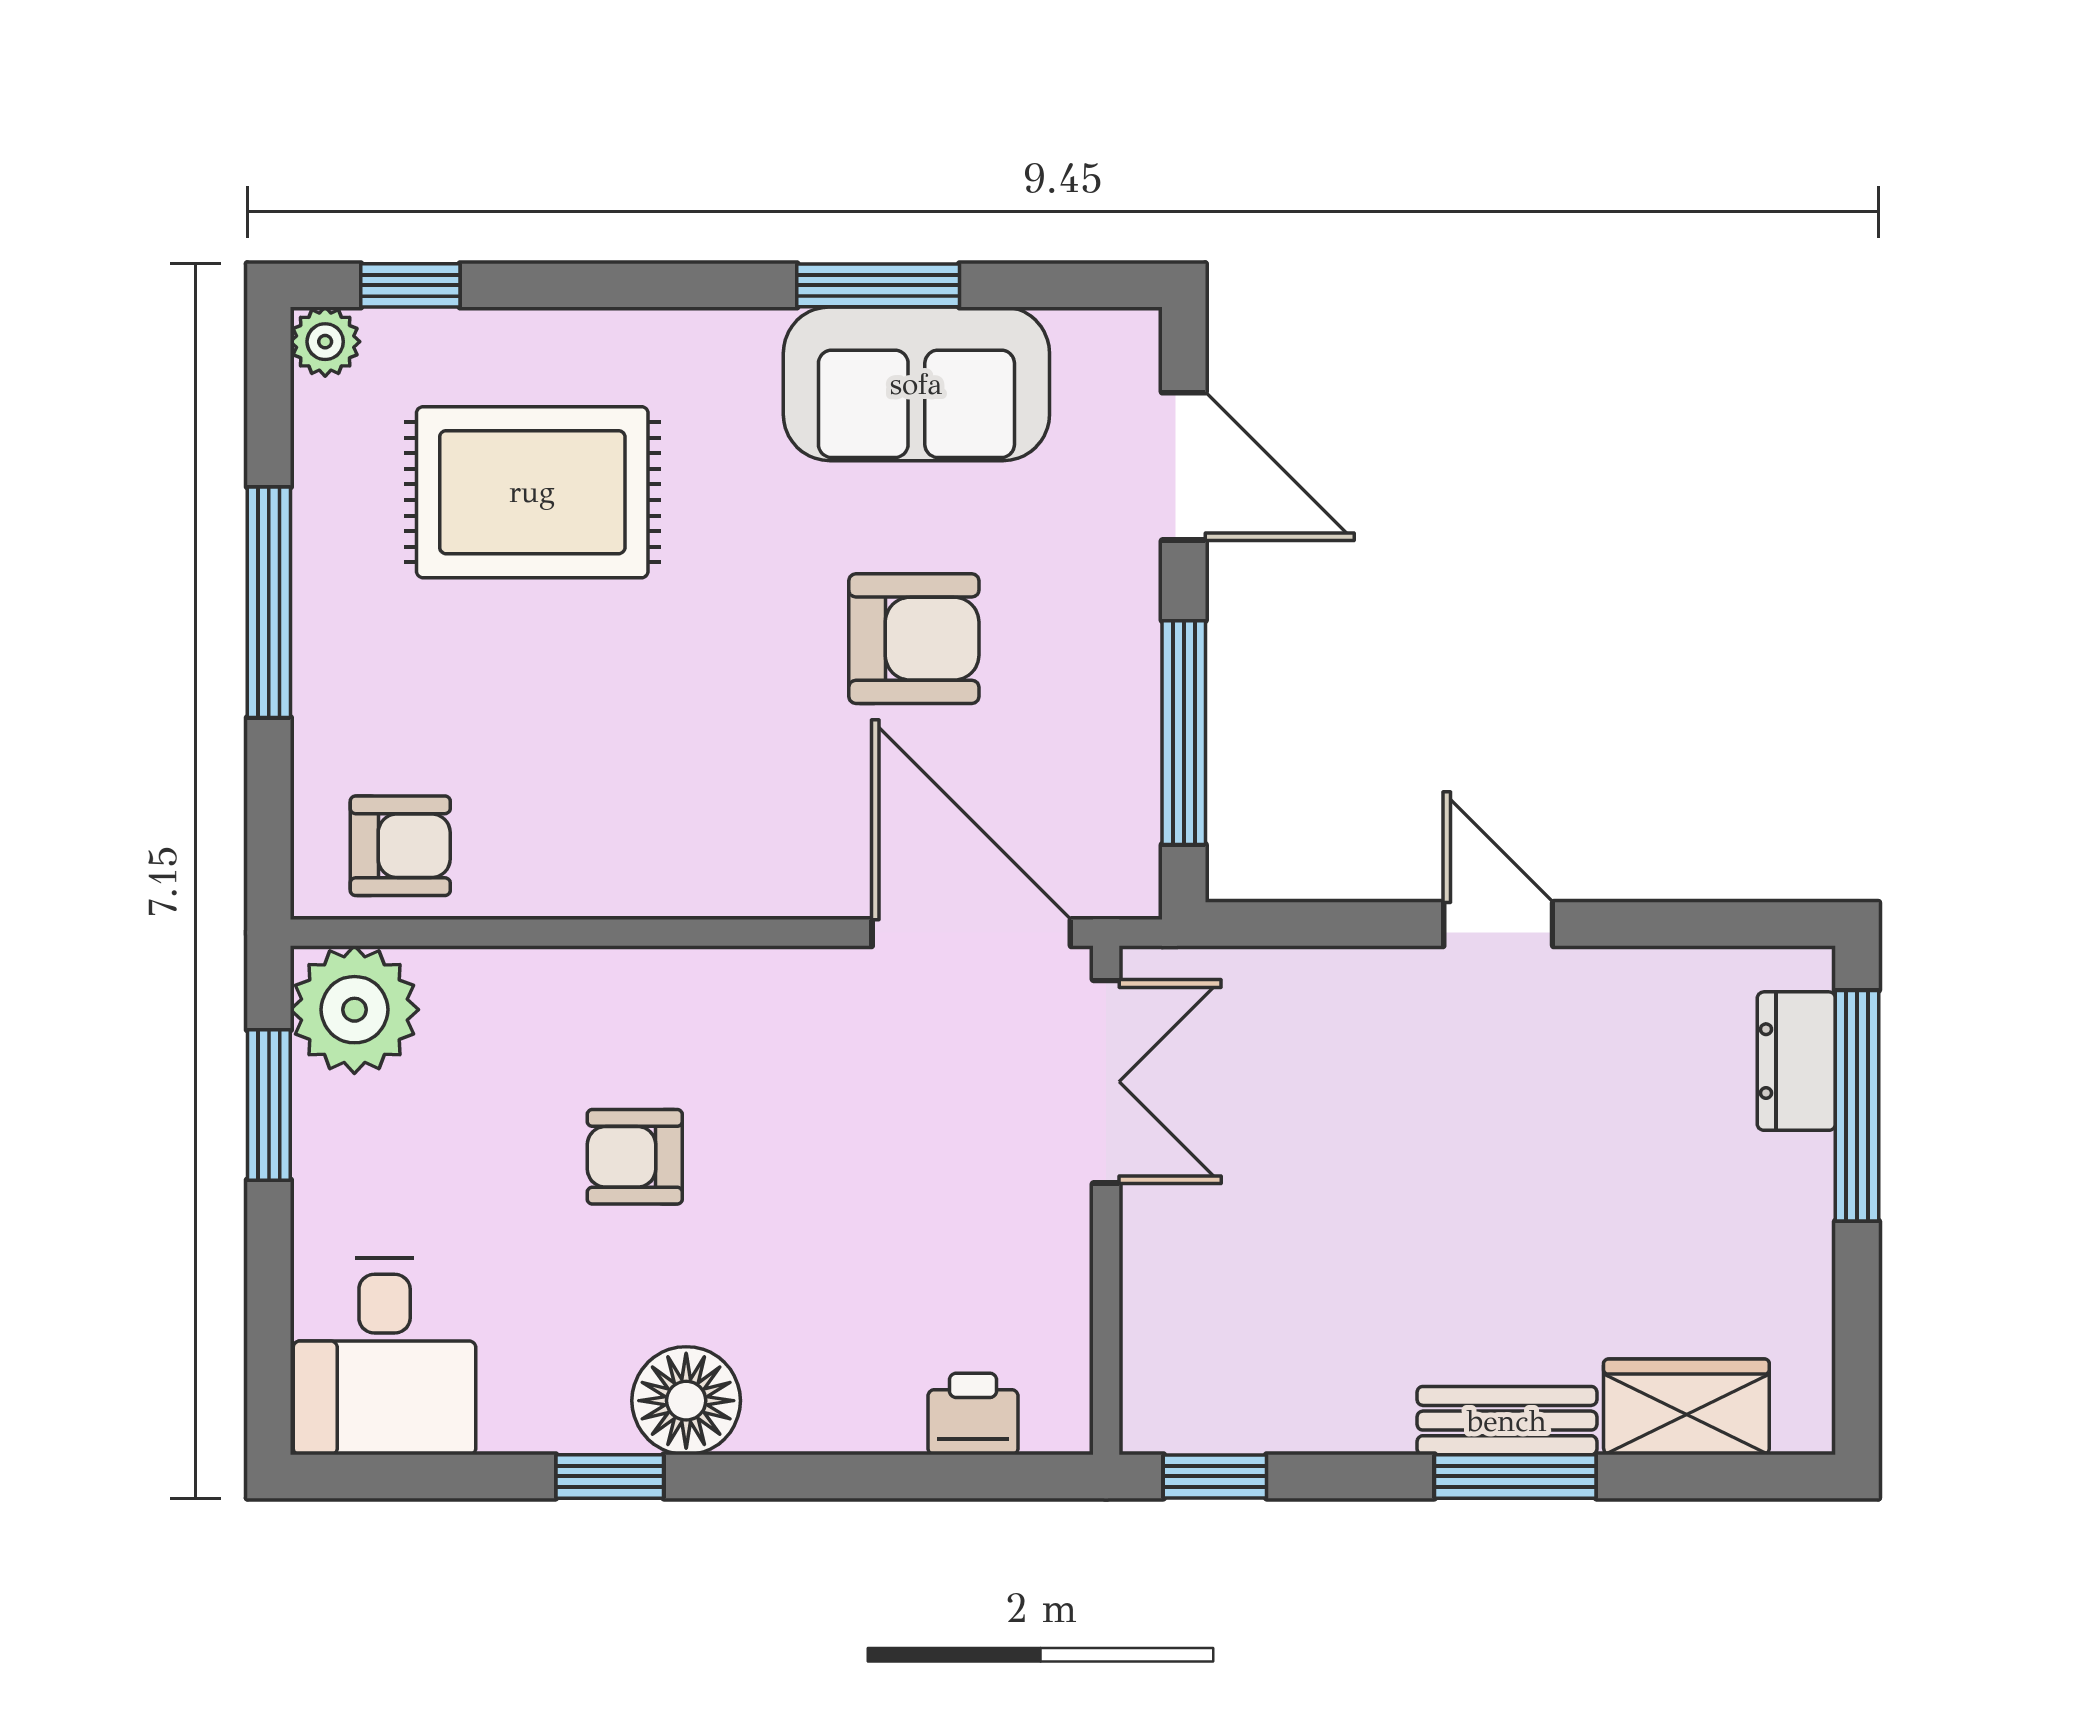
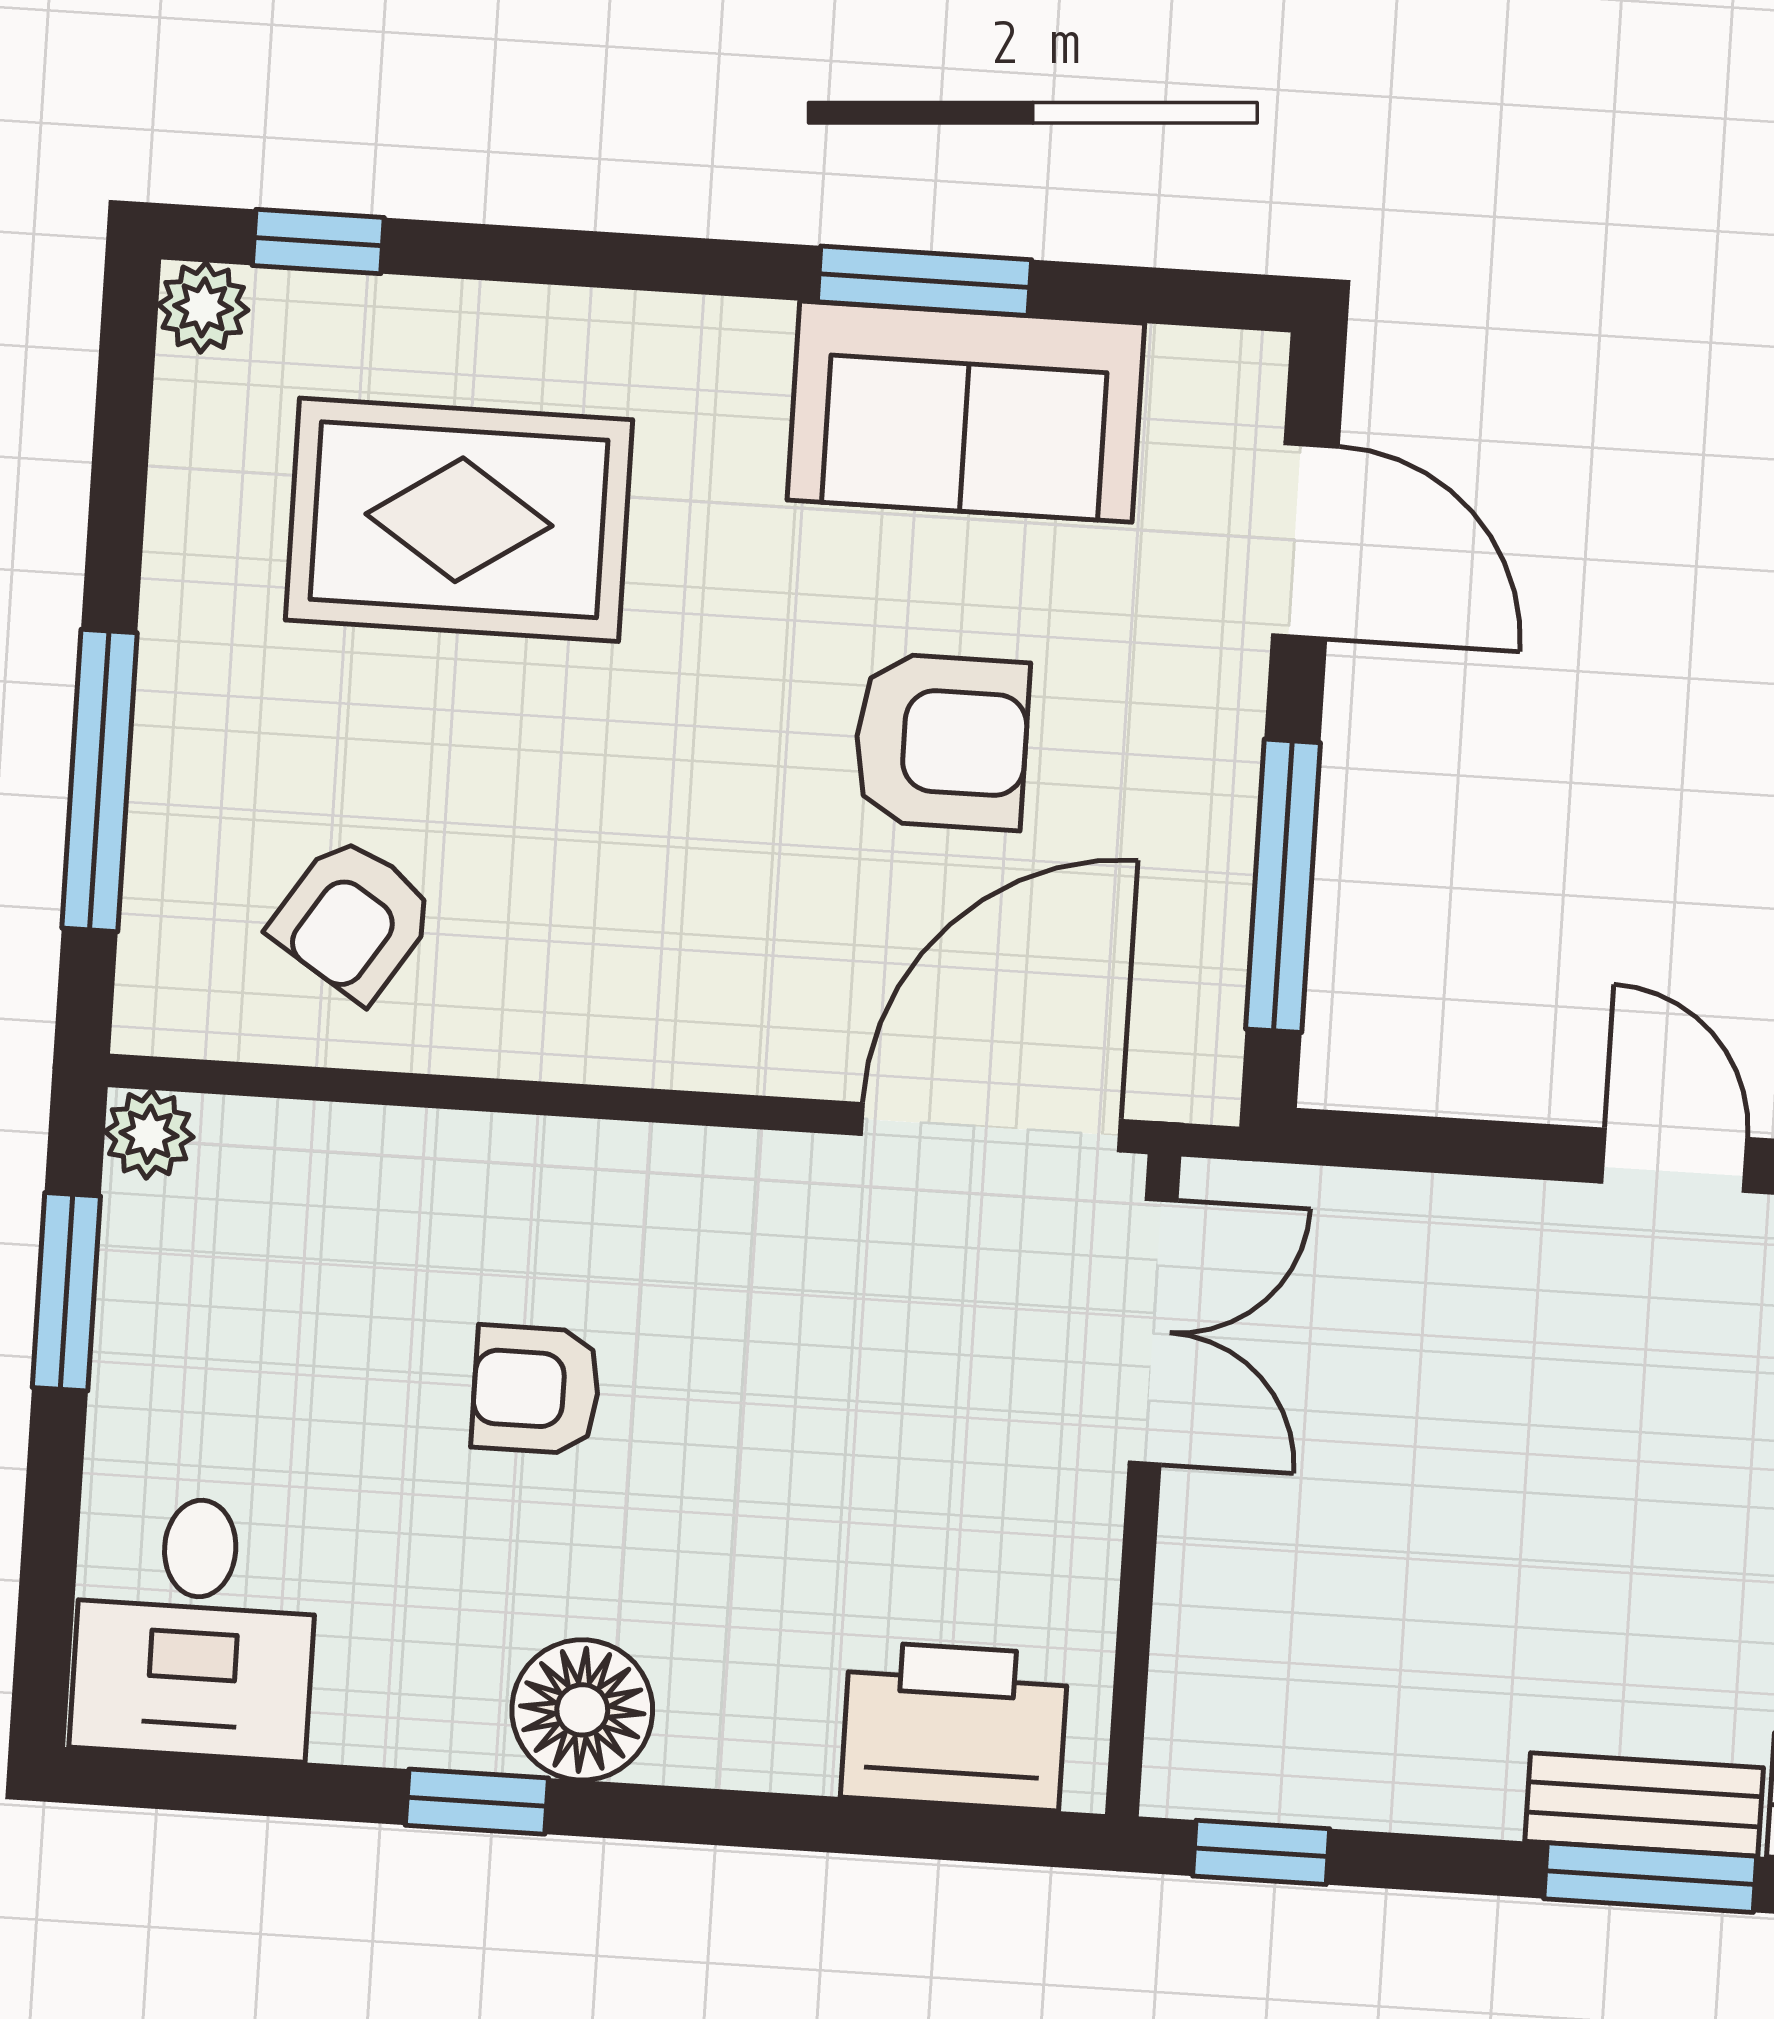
window: (269, 602) -> (99, 780), moved
armchair: (400, 846) -> (353, 919), moved, turned 123
door: (971, 933) -> (991, 1127), hinge flipped
plant: (354, 1010) -> (149, 1134), width x0.53, depth x0.53
printer: (973, 1414) -> (954, 1726), width x1.87, depth x1.48

